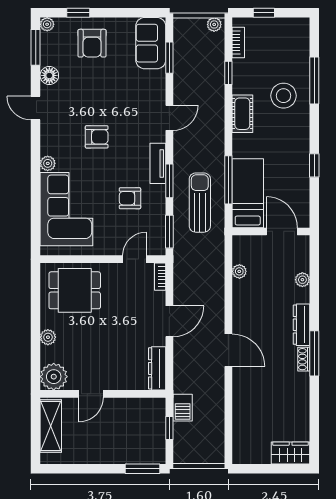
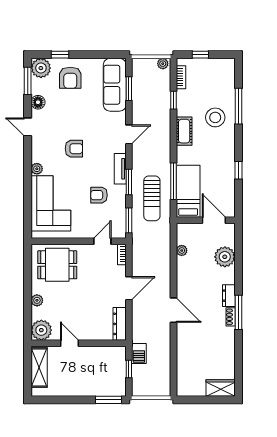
plant: (47, 24) -> (41, 68), width x1.87, depth x1.87
sofa: (151, 43) -> (115, 85), width x1.36
sun lounger: (200, 203) -> (152, 198), turned 180
plant: (302, 280) -> (225, 257), width x1.88, depth x1.88
dresser: (301, 325) -> (229, 296), width x0.70
door: (91, 394) -> (70, 343), swing flipped

